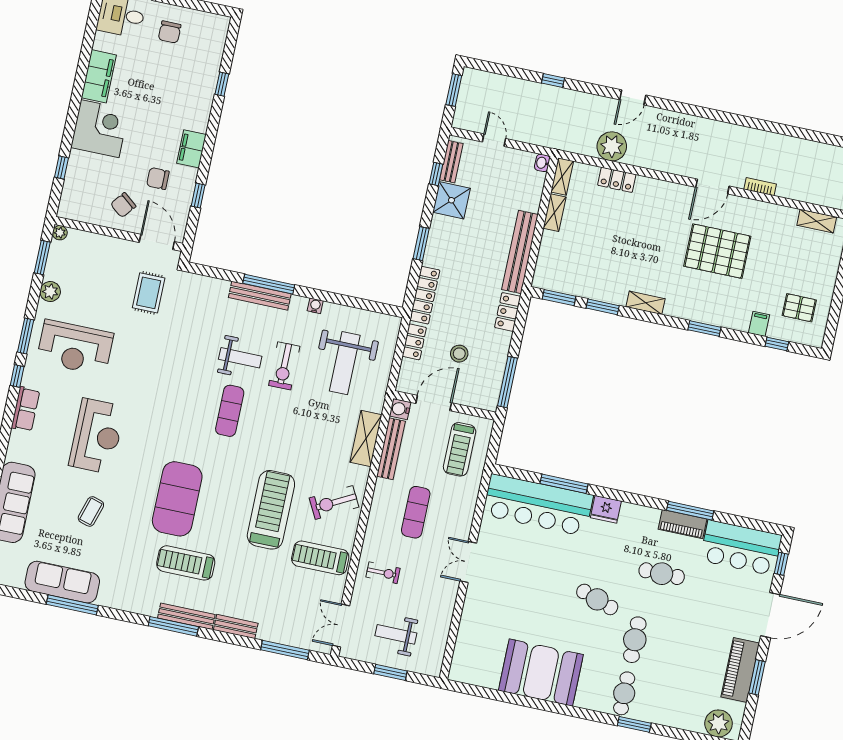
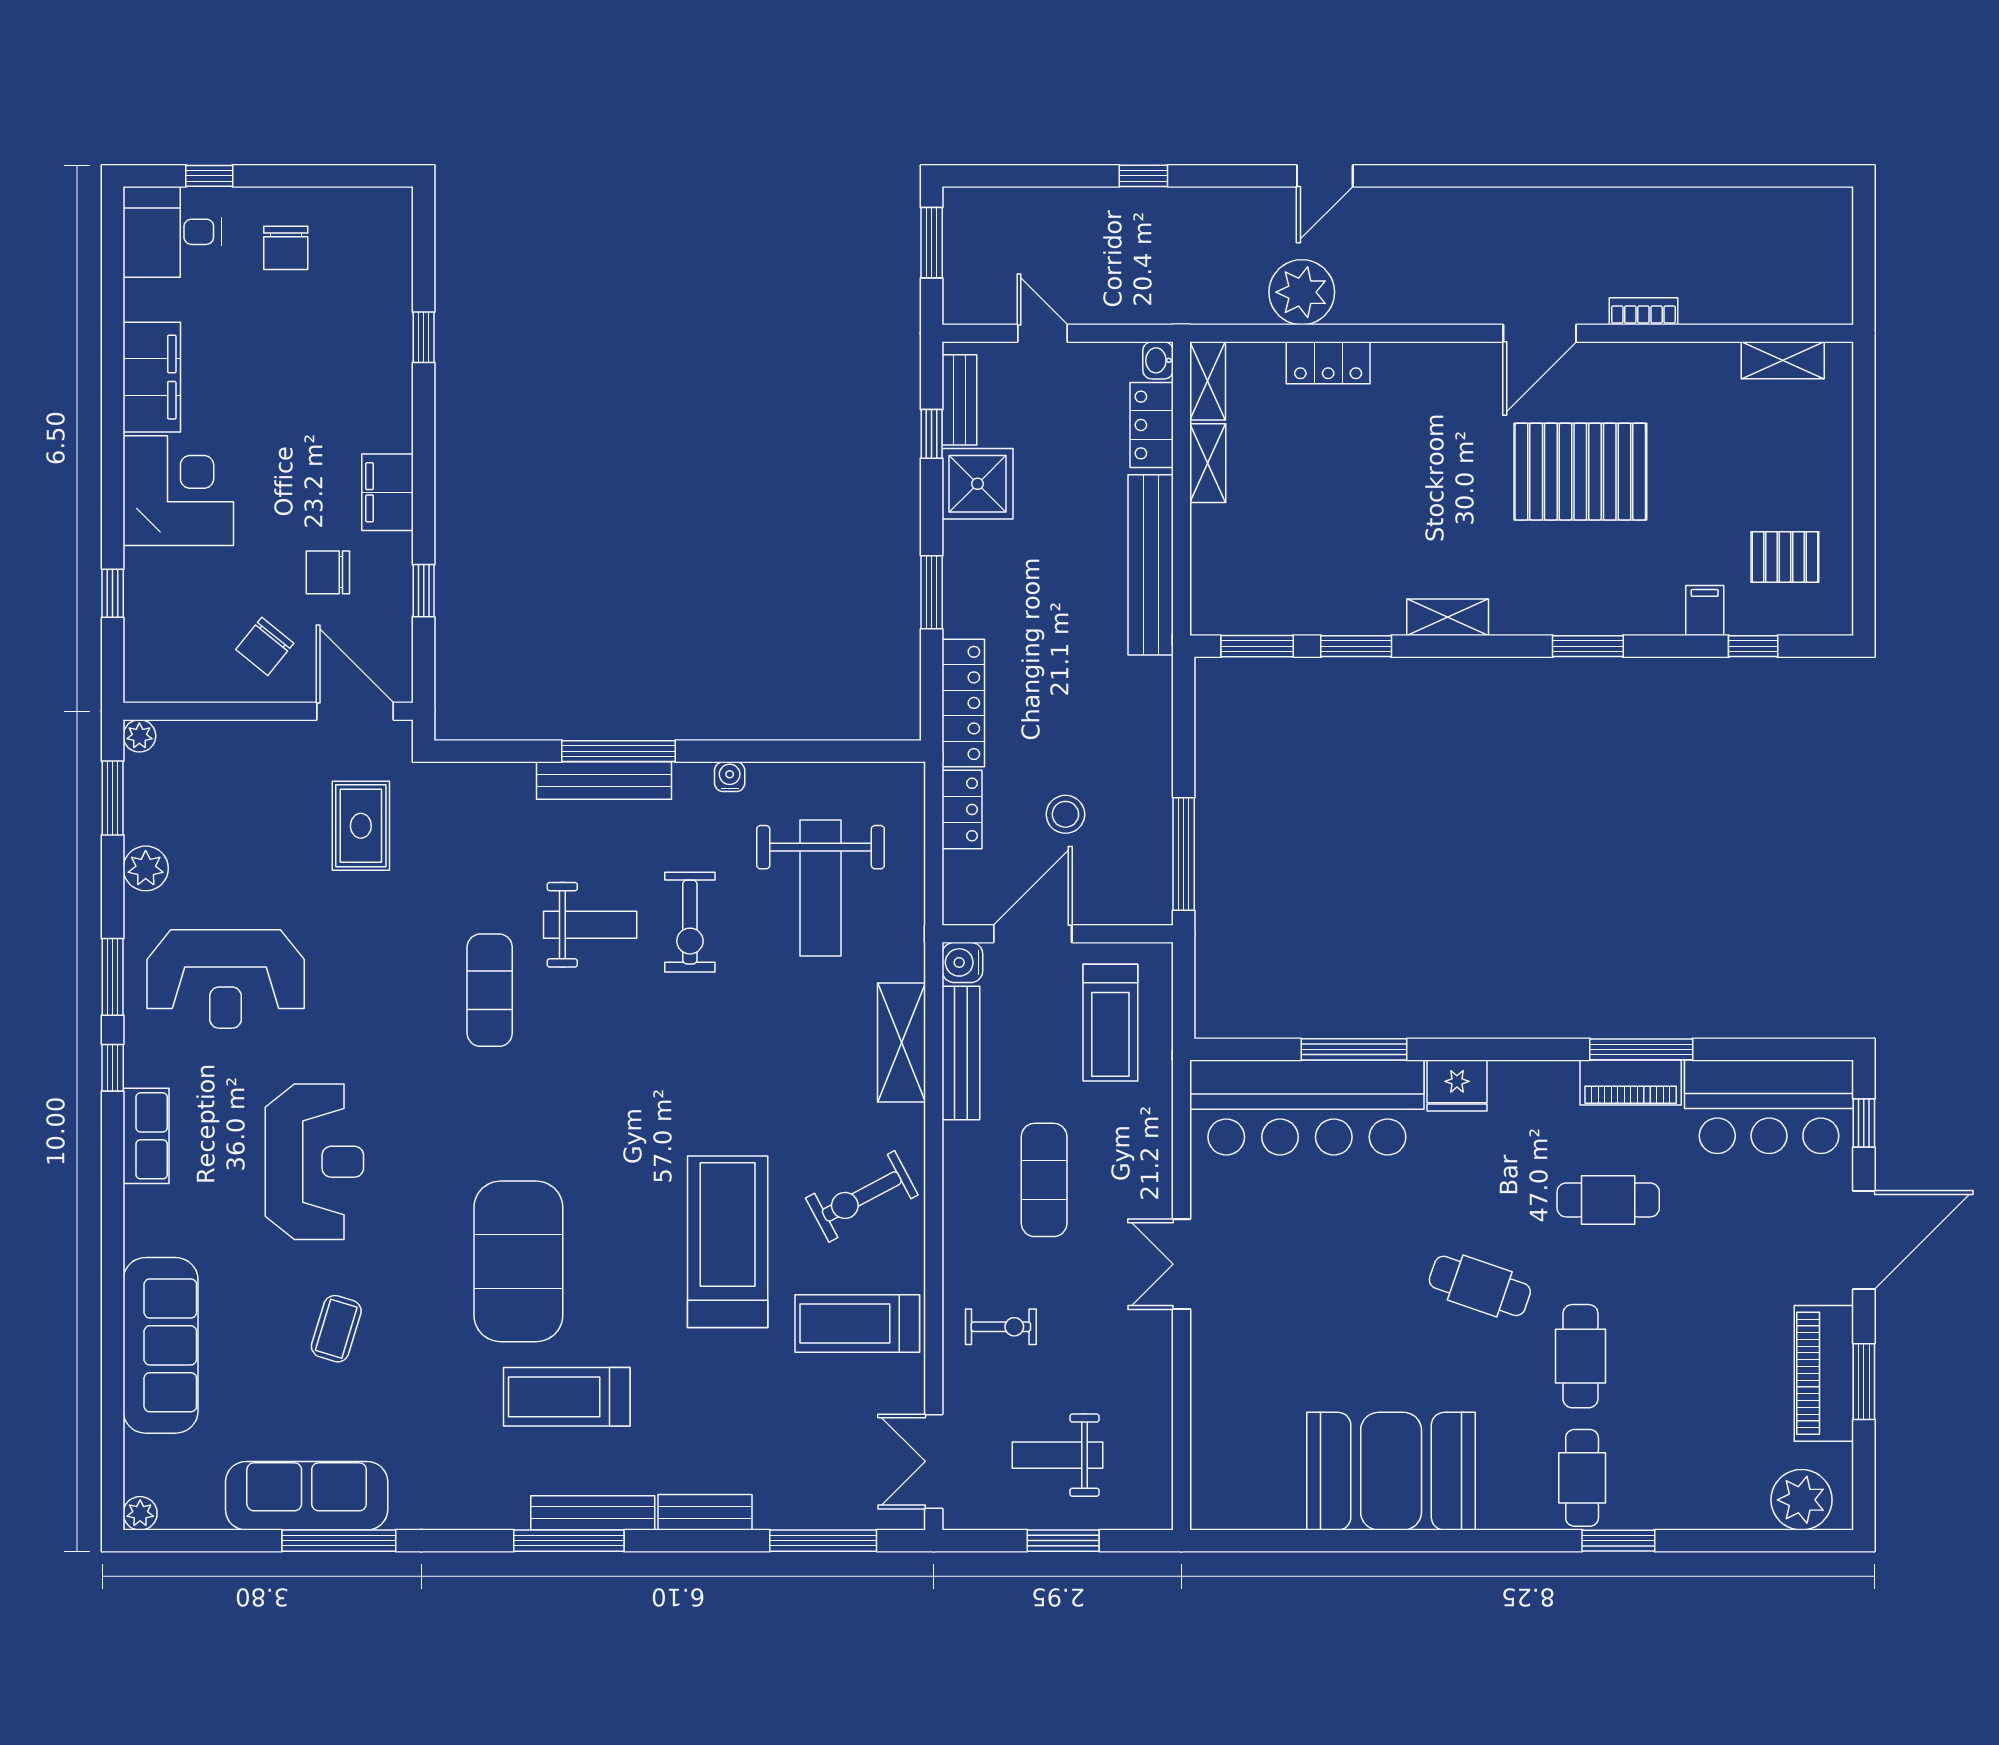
locker: (508, 312) -> (1152, 425), moved
exercise mat: (230, 411) -> (490, 990), moved

